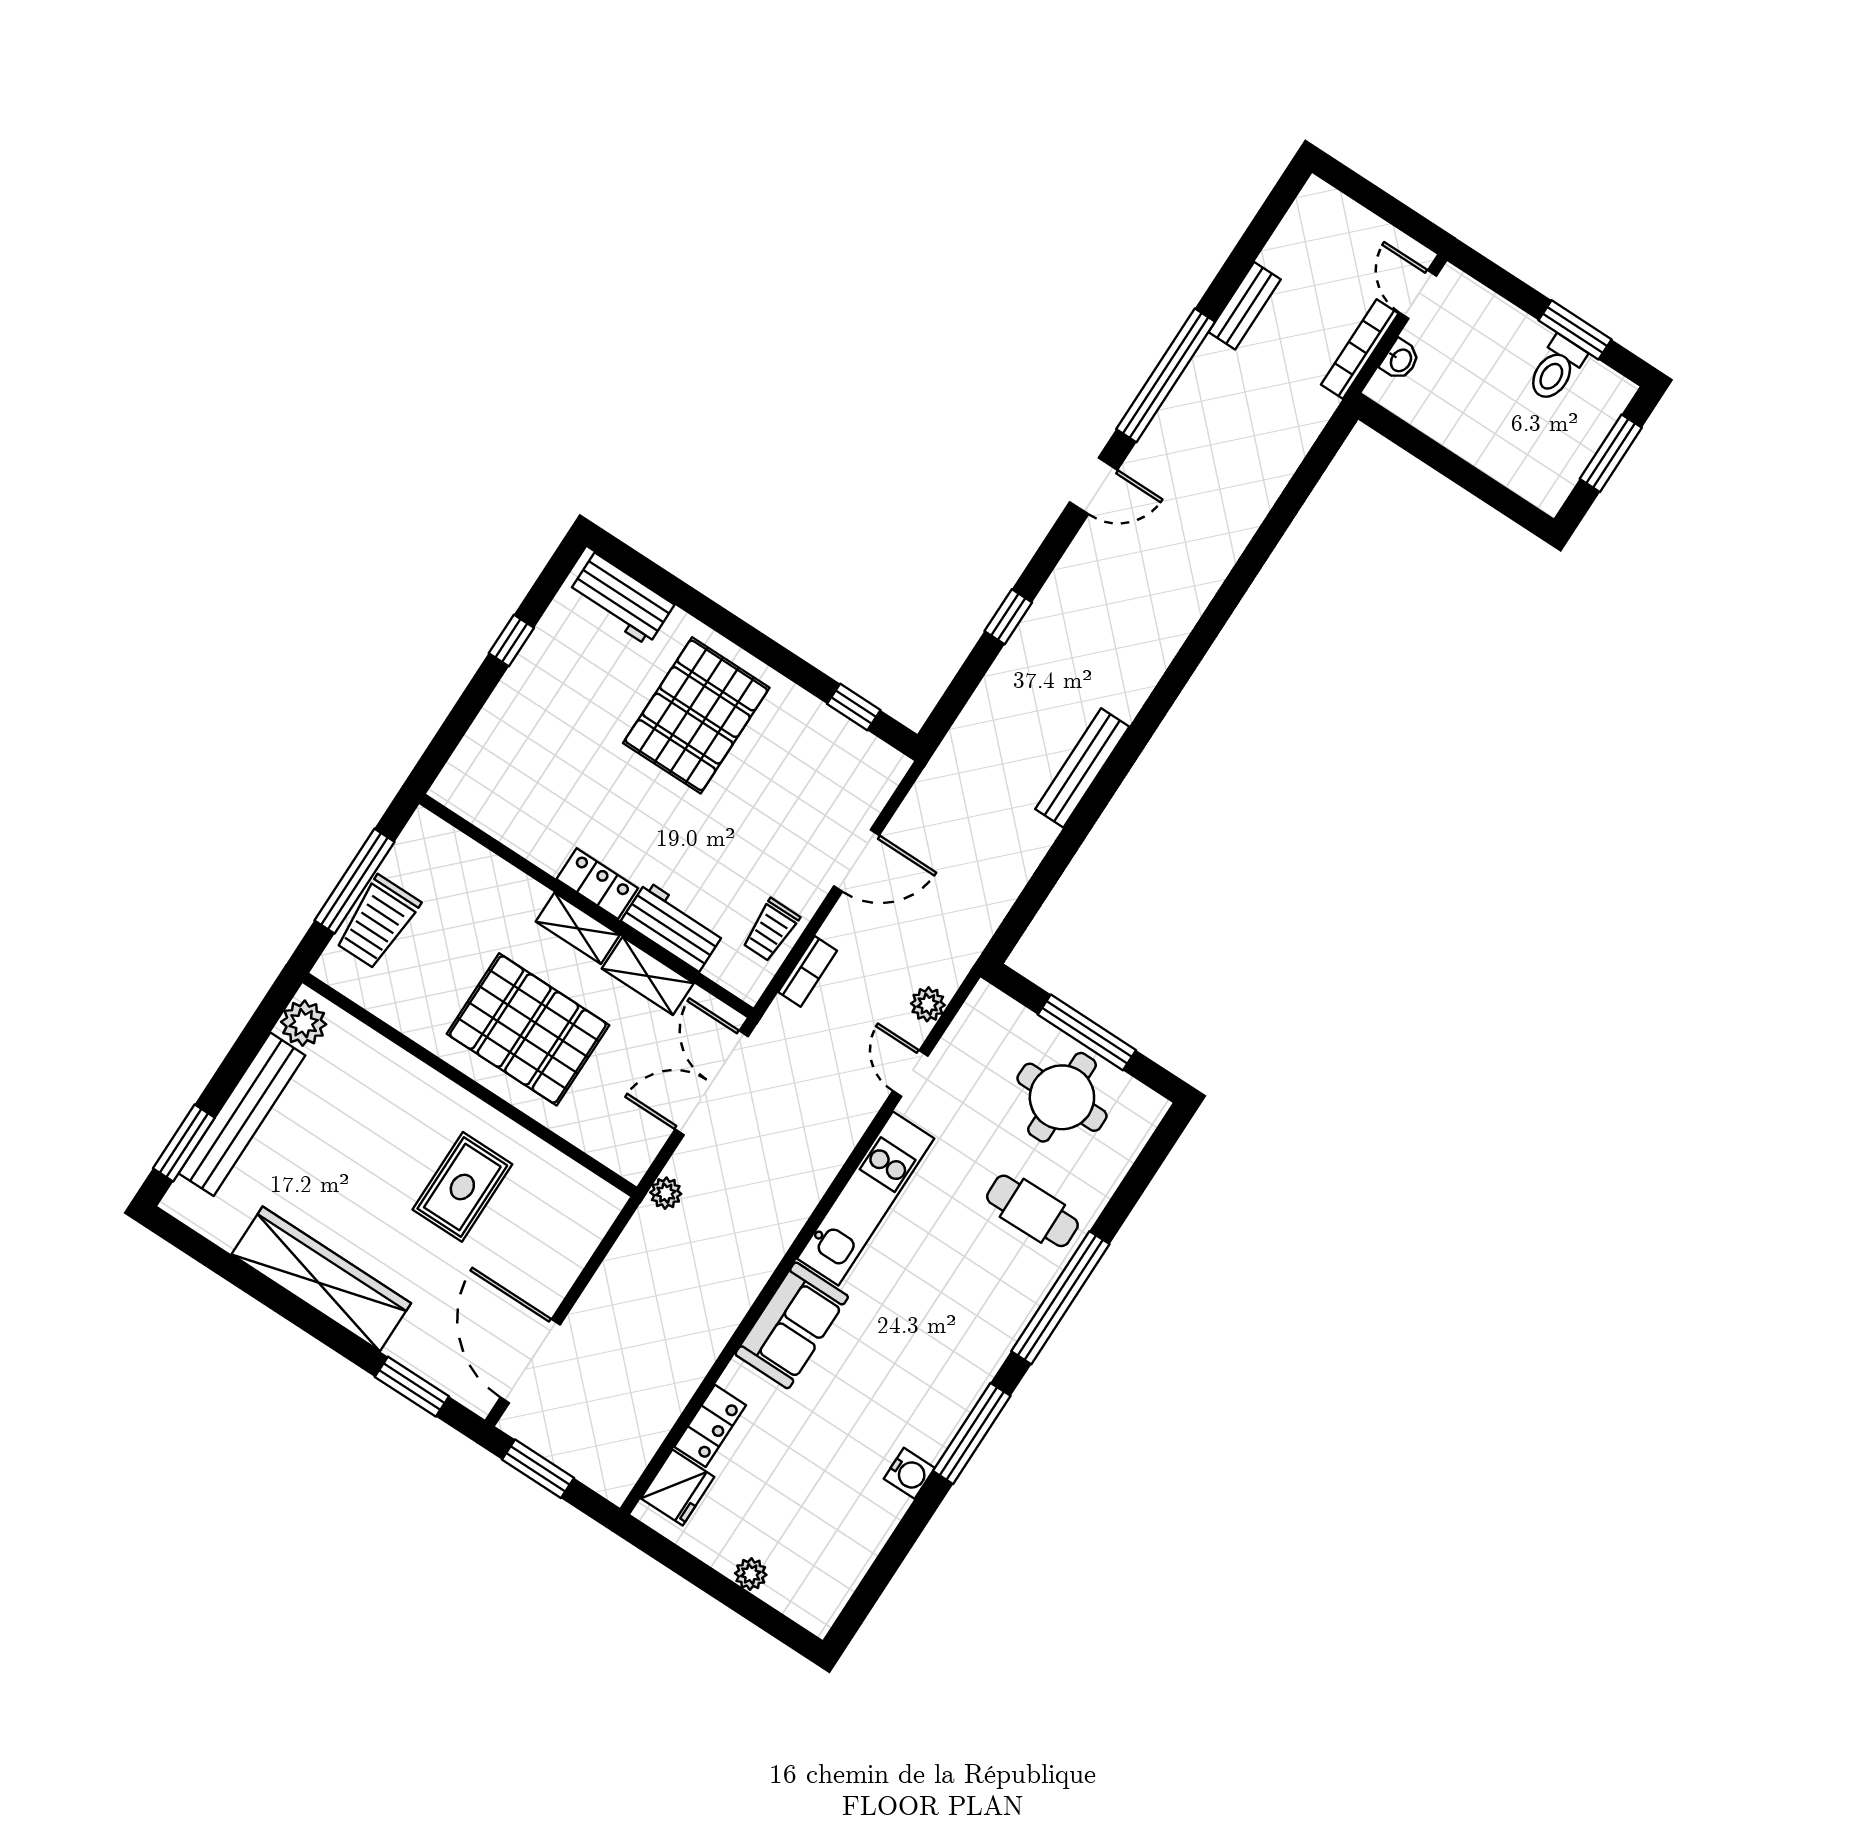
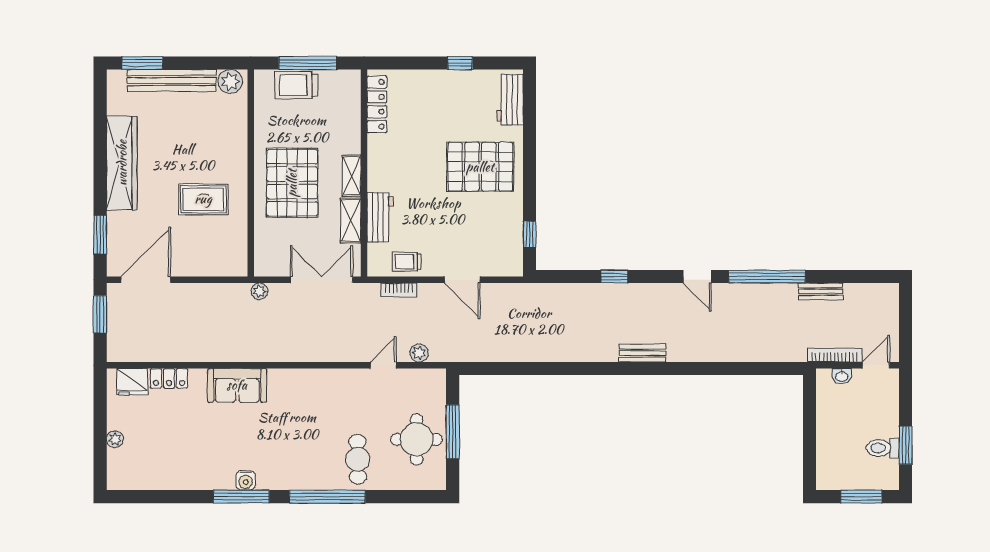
bench: (1082, 768) -> (642, 353), moved, width x0.73
locker: (597, 884) -> (377, 104), moved, width x1.53
kitchen unit: (866, 1198) -> (315, 382), removed
water cooler: (909, 1473) -> (246, 480), moved

